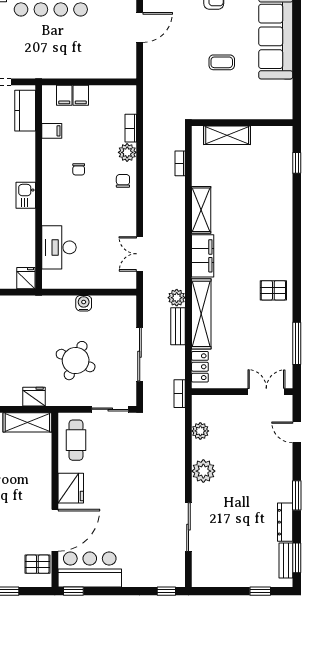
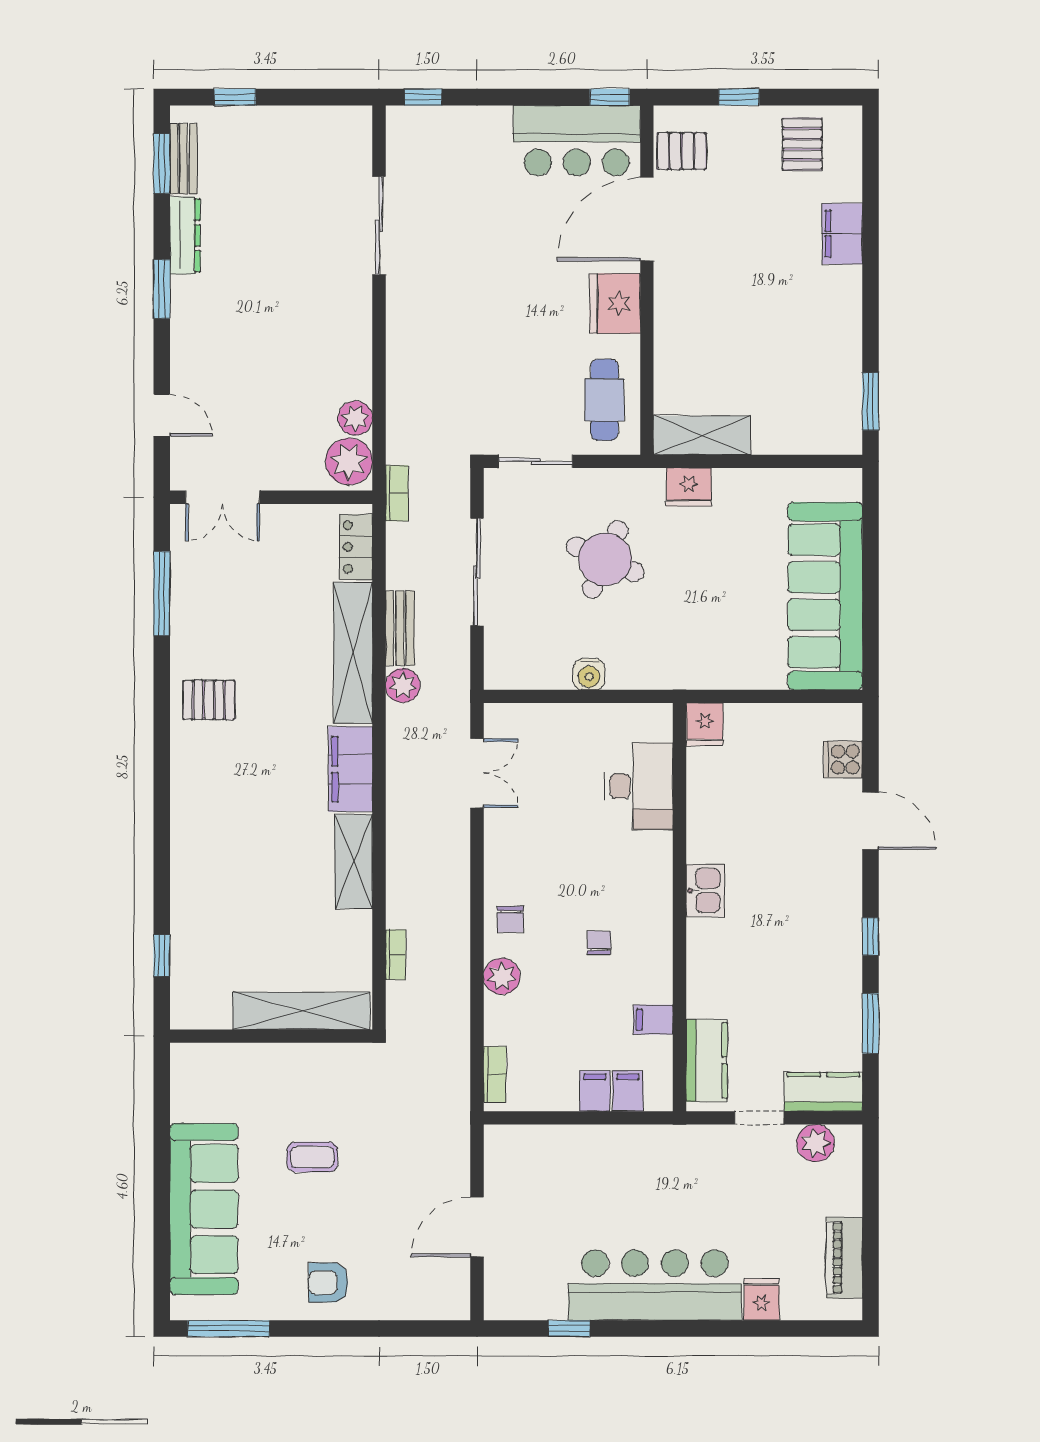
bookcase: (131, 128) -> (495, 1074), moved
shelving: (227, 135) -> (302, 1011), width x1.47
plant: (203, 471) -> (349, 461), moved

